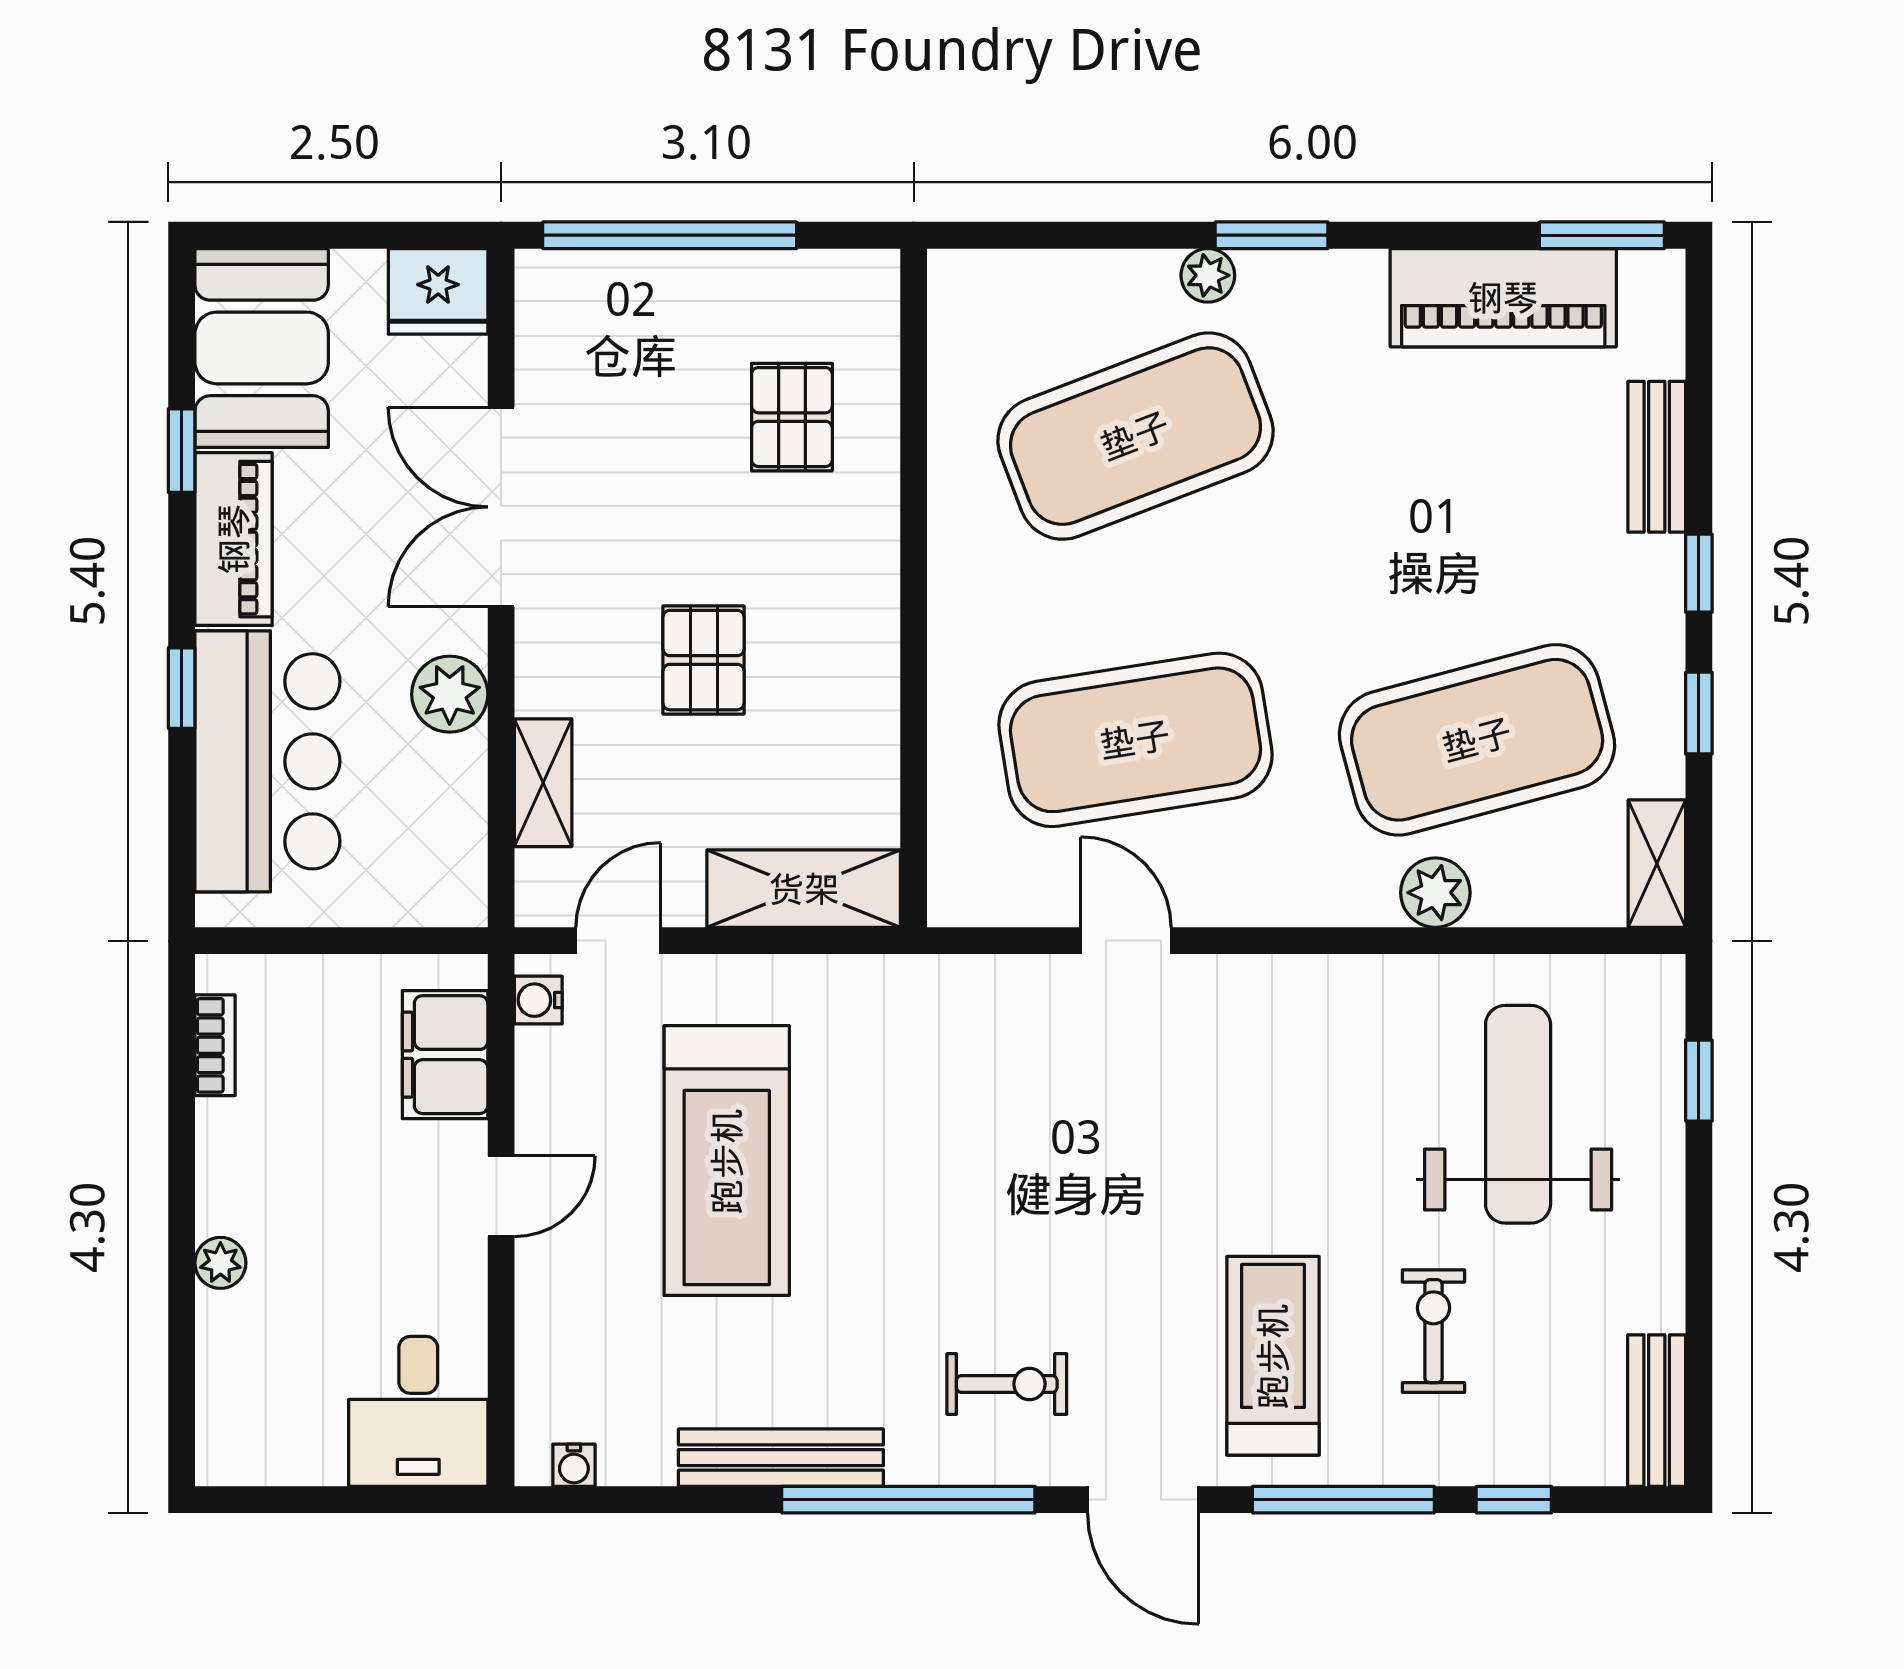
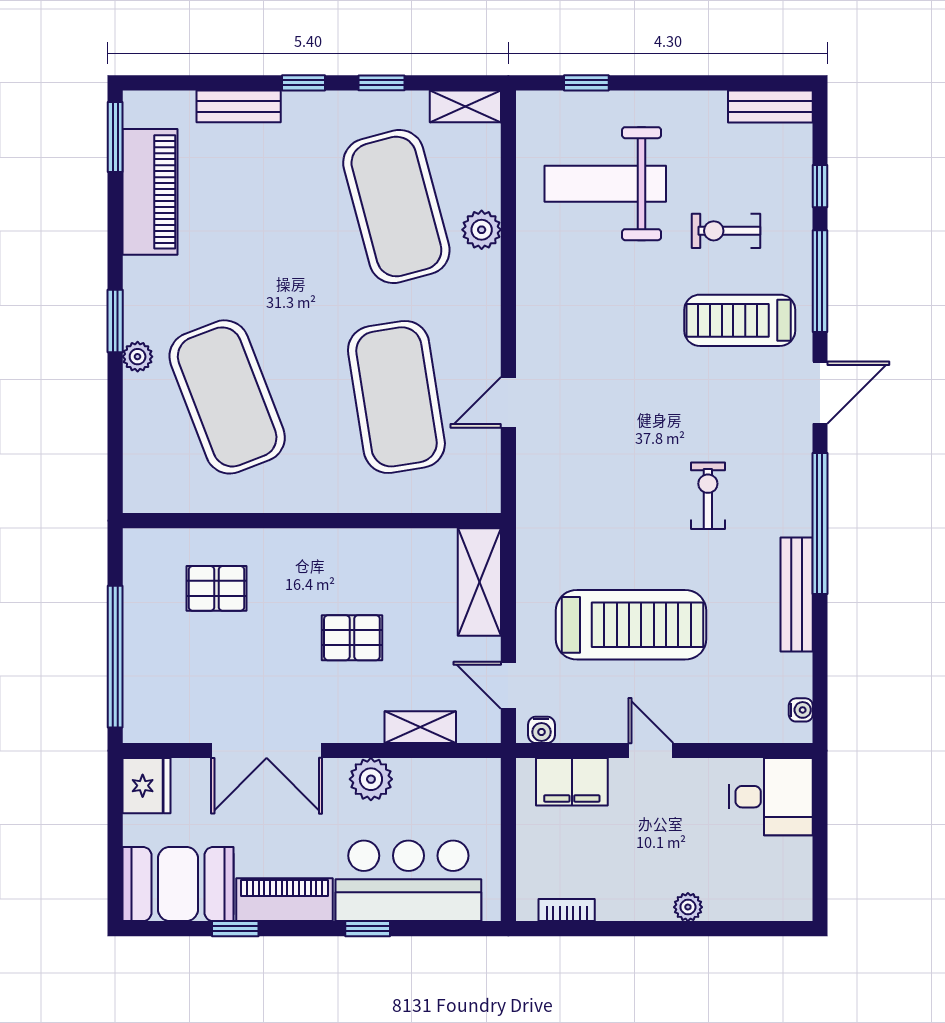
exercise bike: (1007, 1384) -> (708, 496), moved

